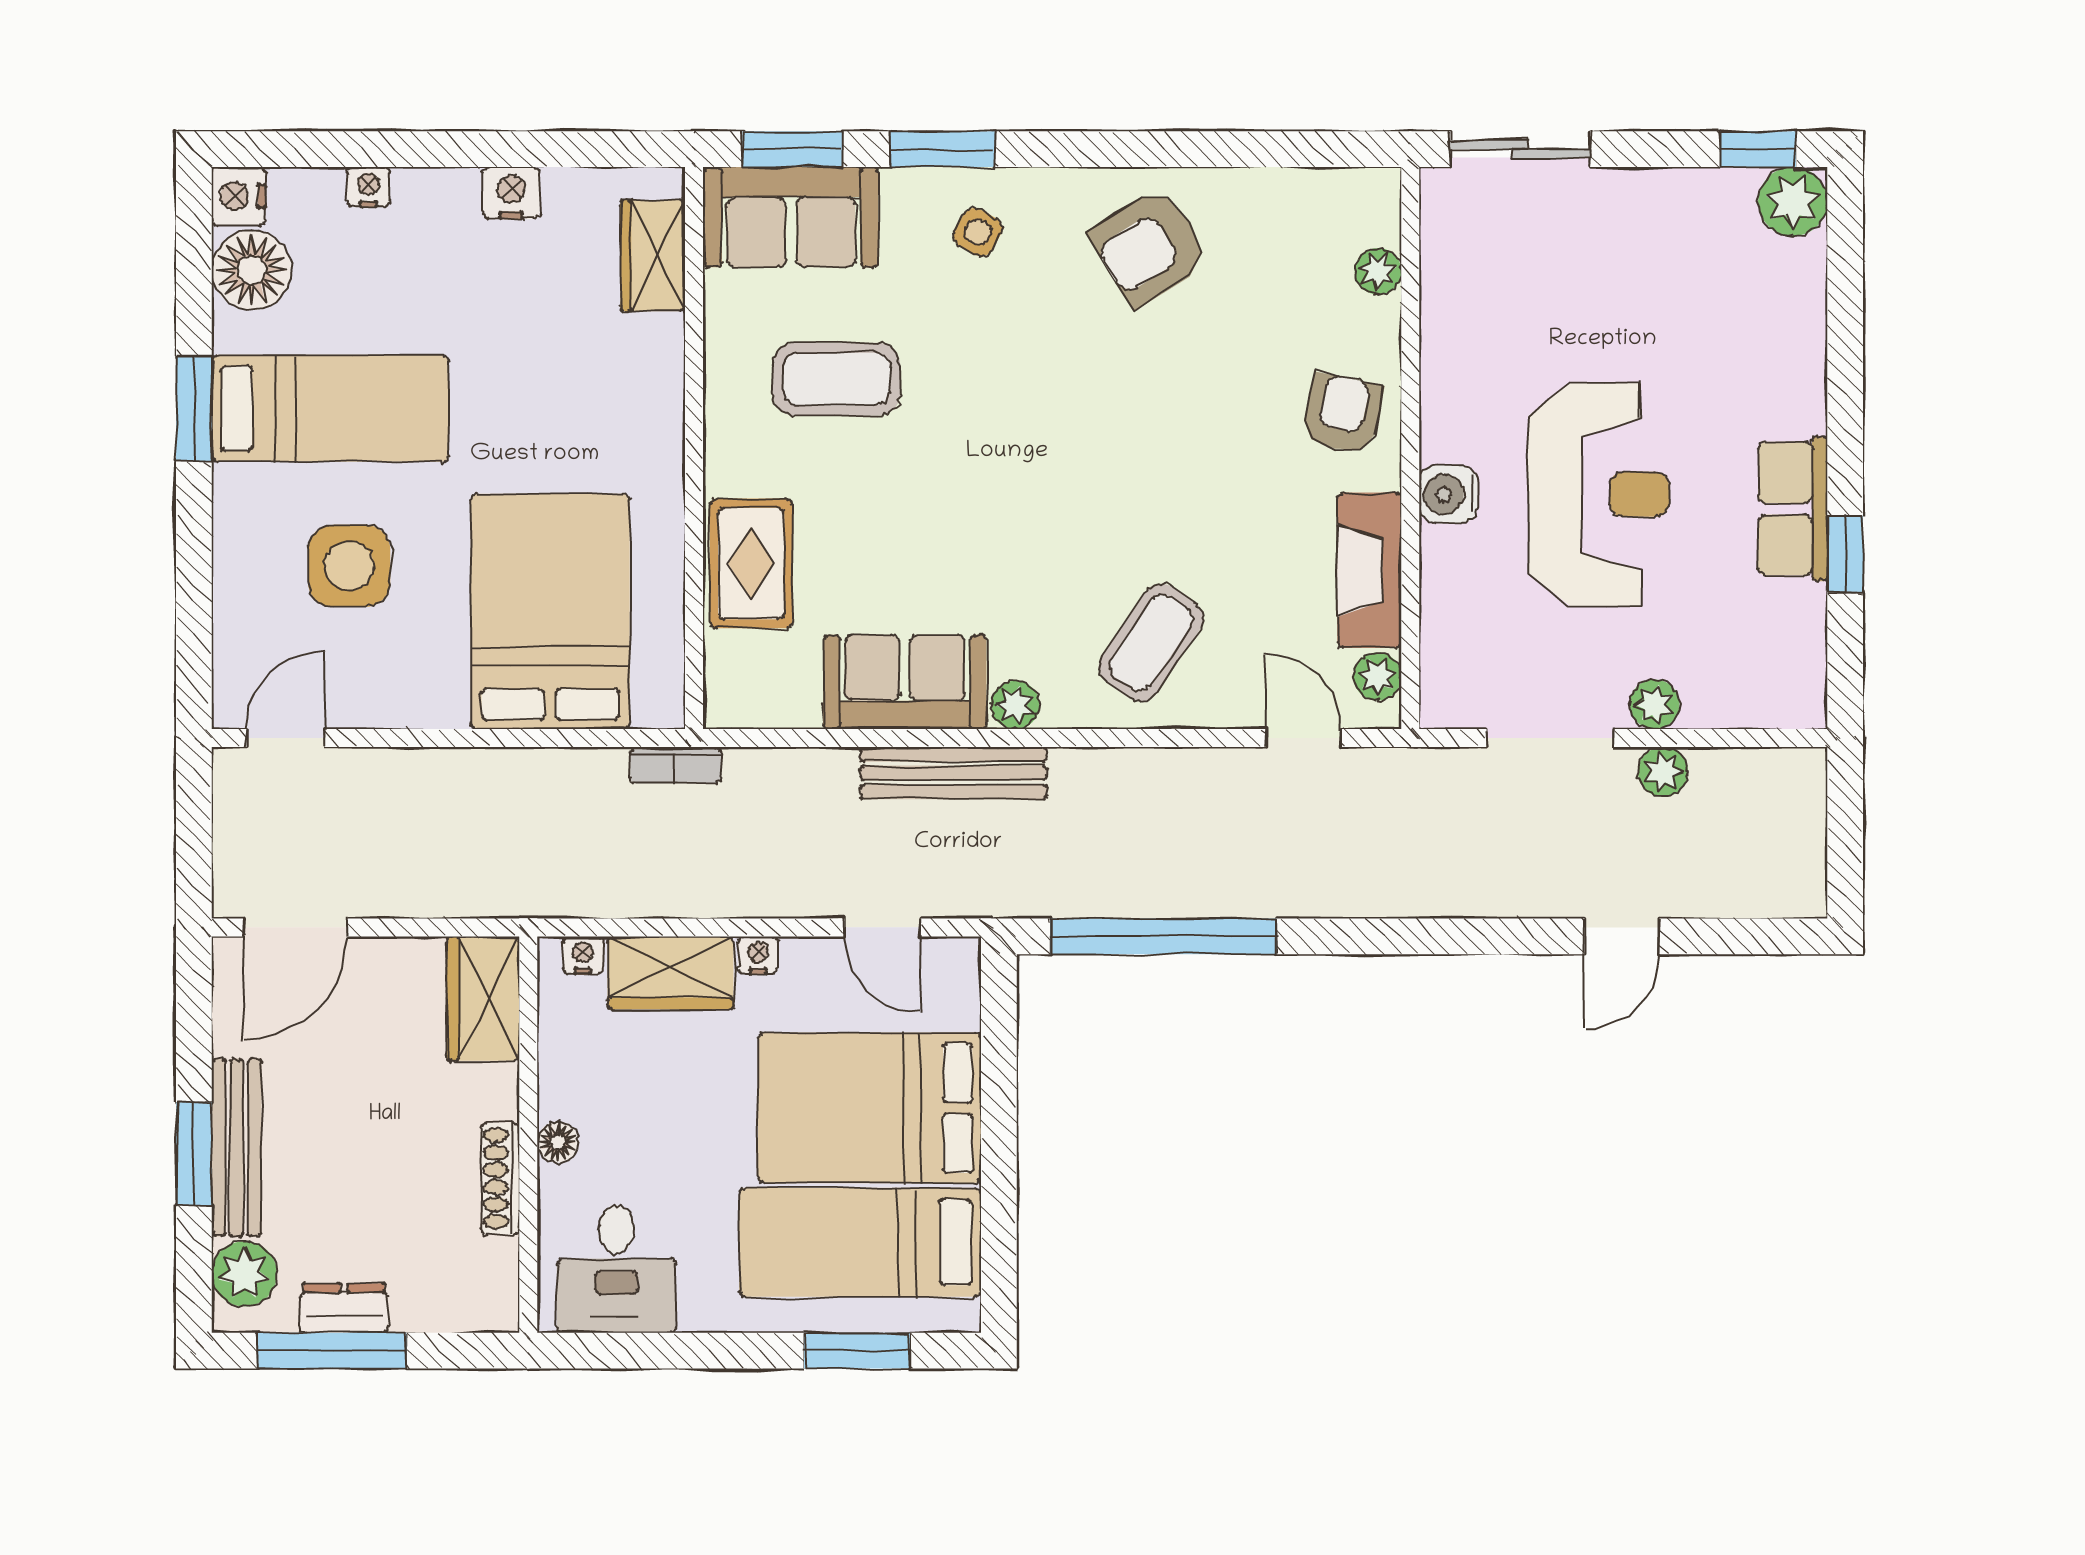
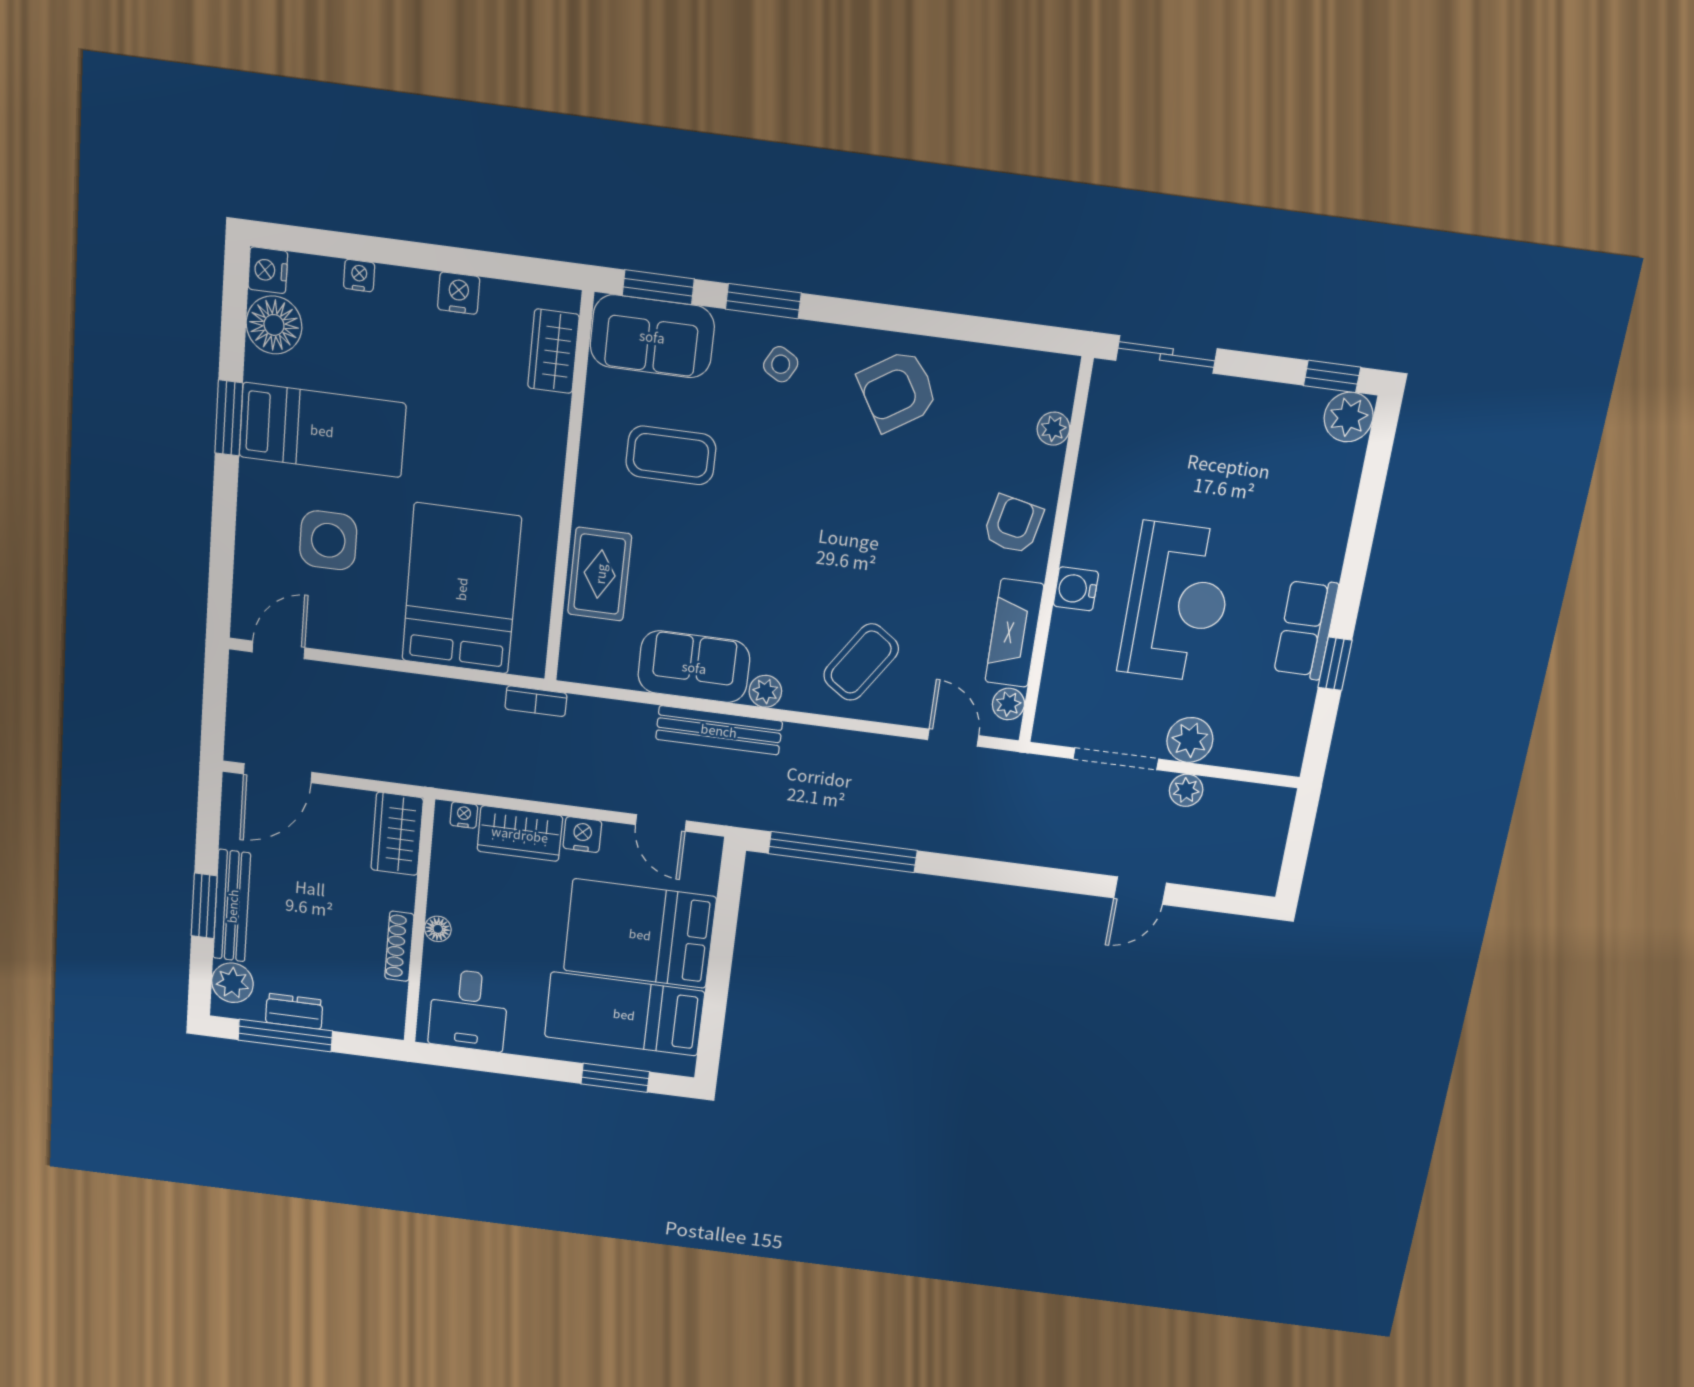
plant: (1655, 704) -> (1190, 740), width x1.38, depth x1.38
nightstand: (758, 955) -> (582, 835), width x1.39, depth x1.35

